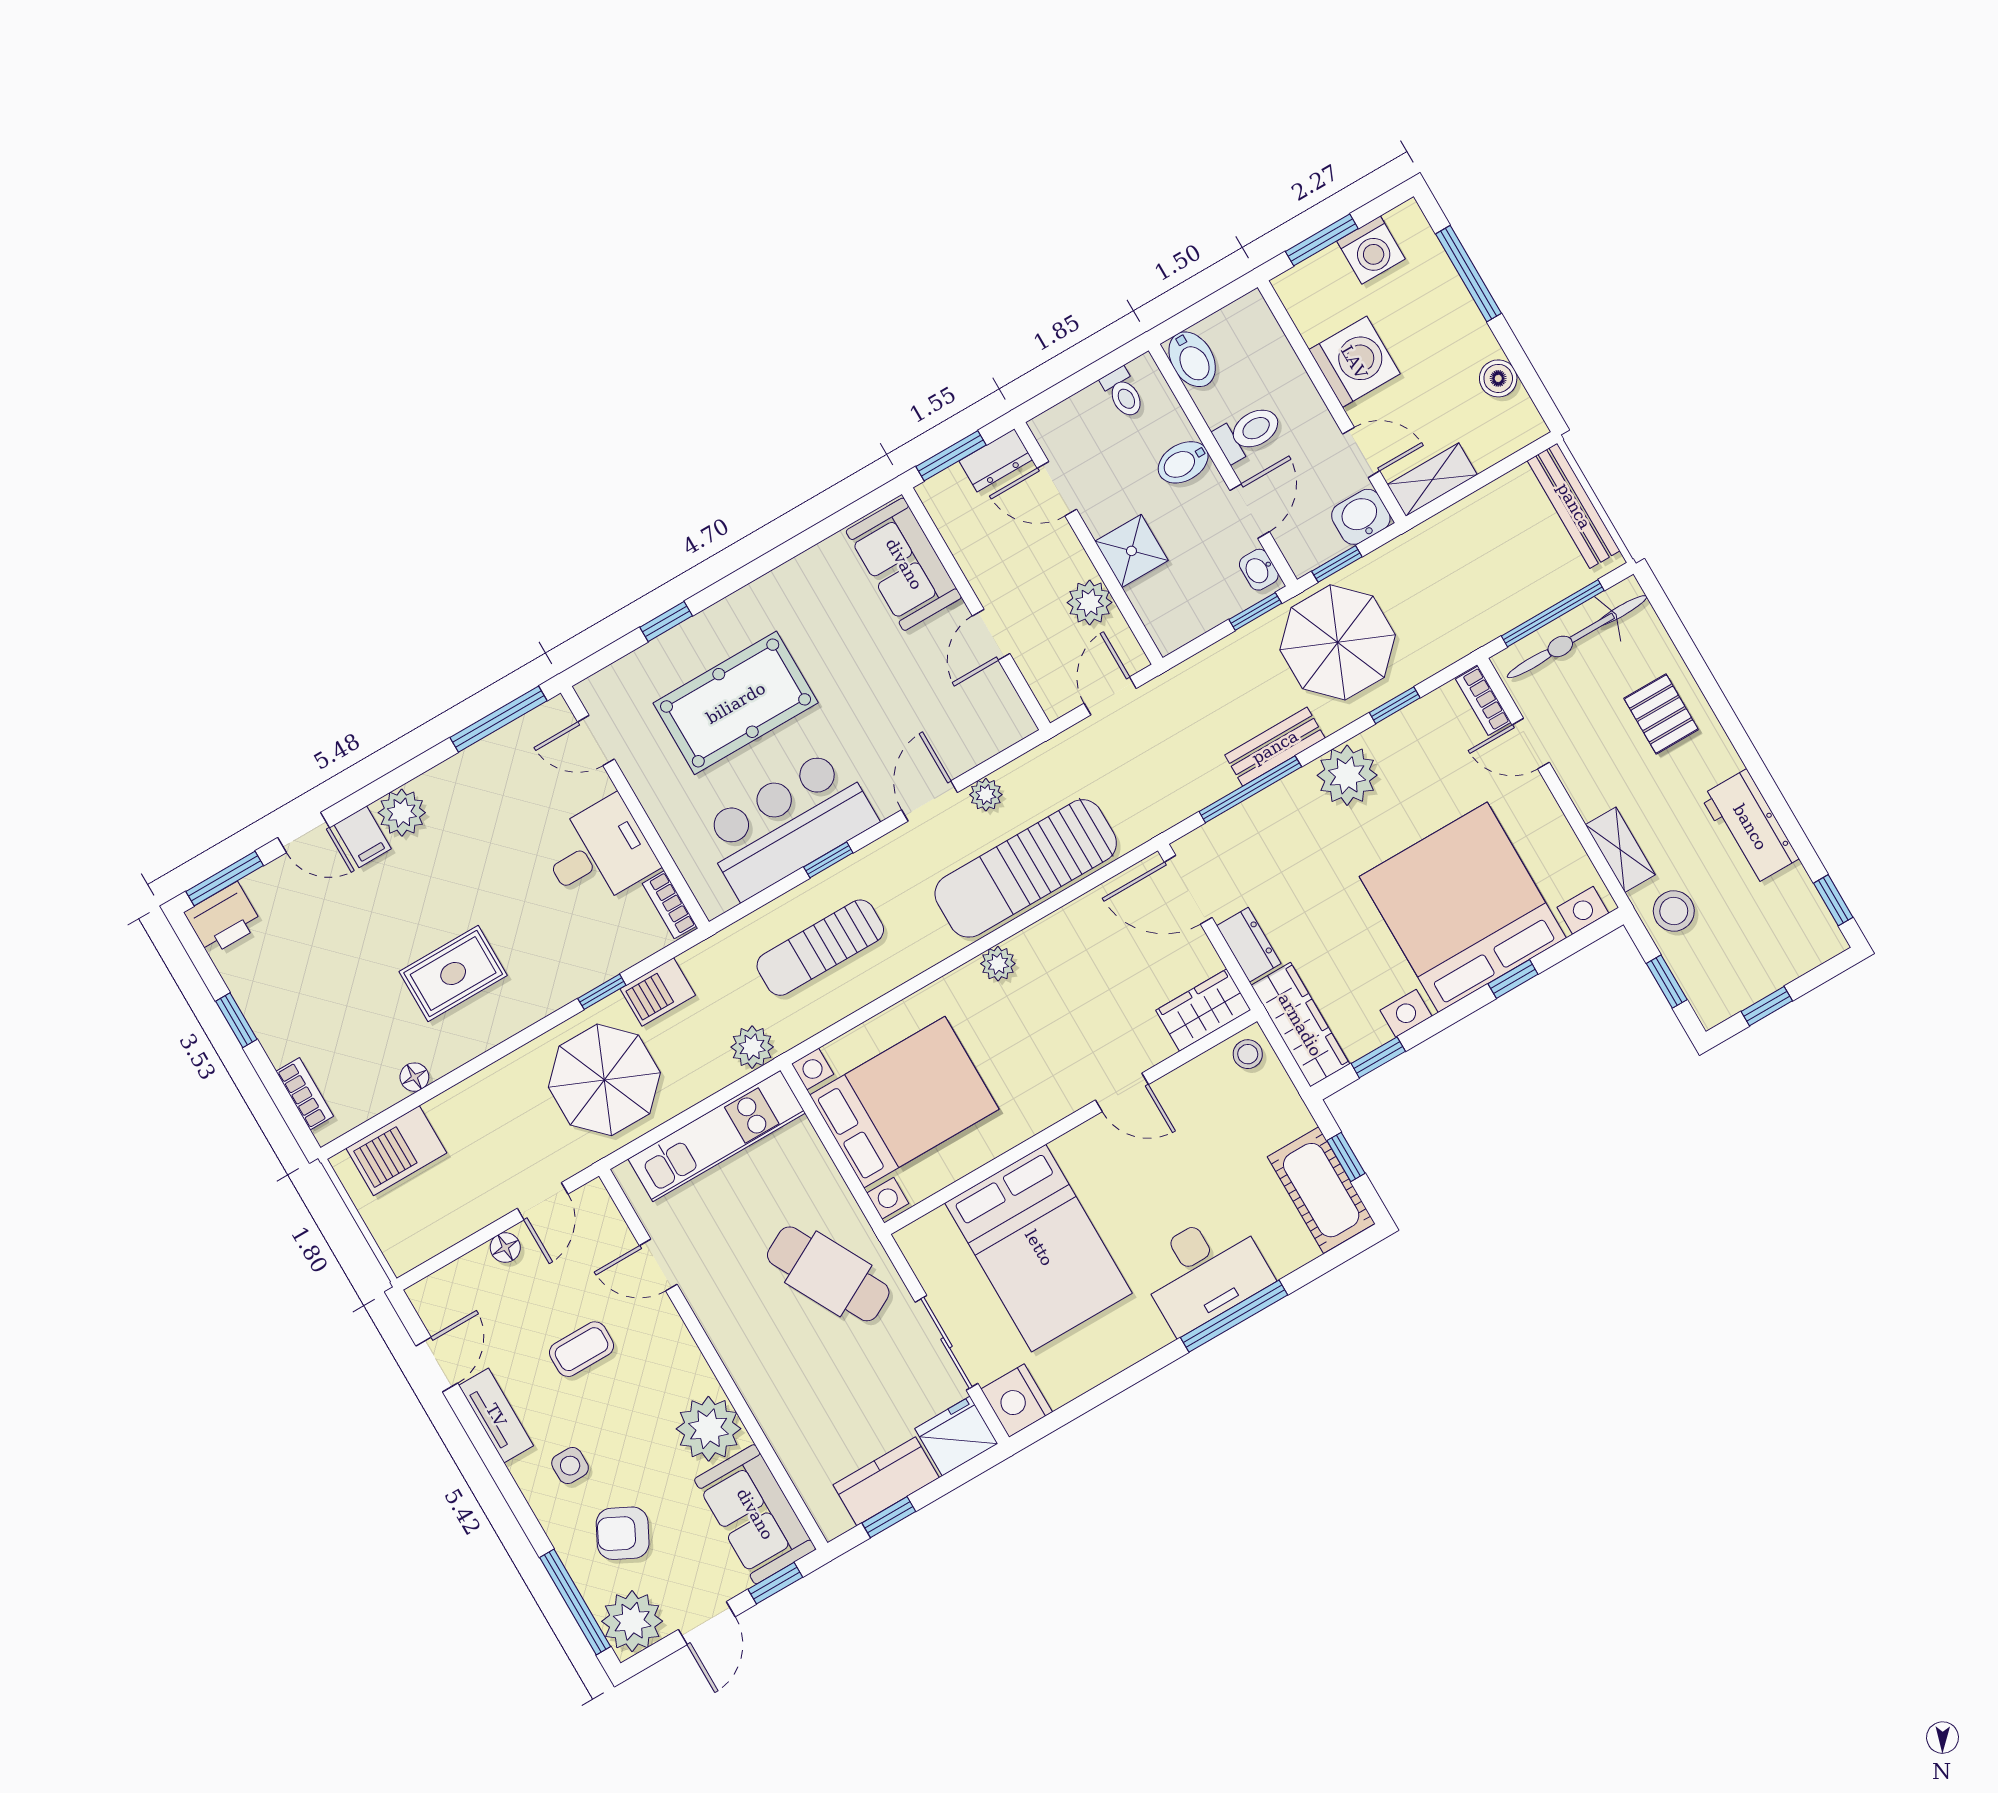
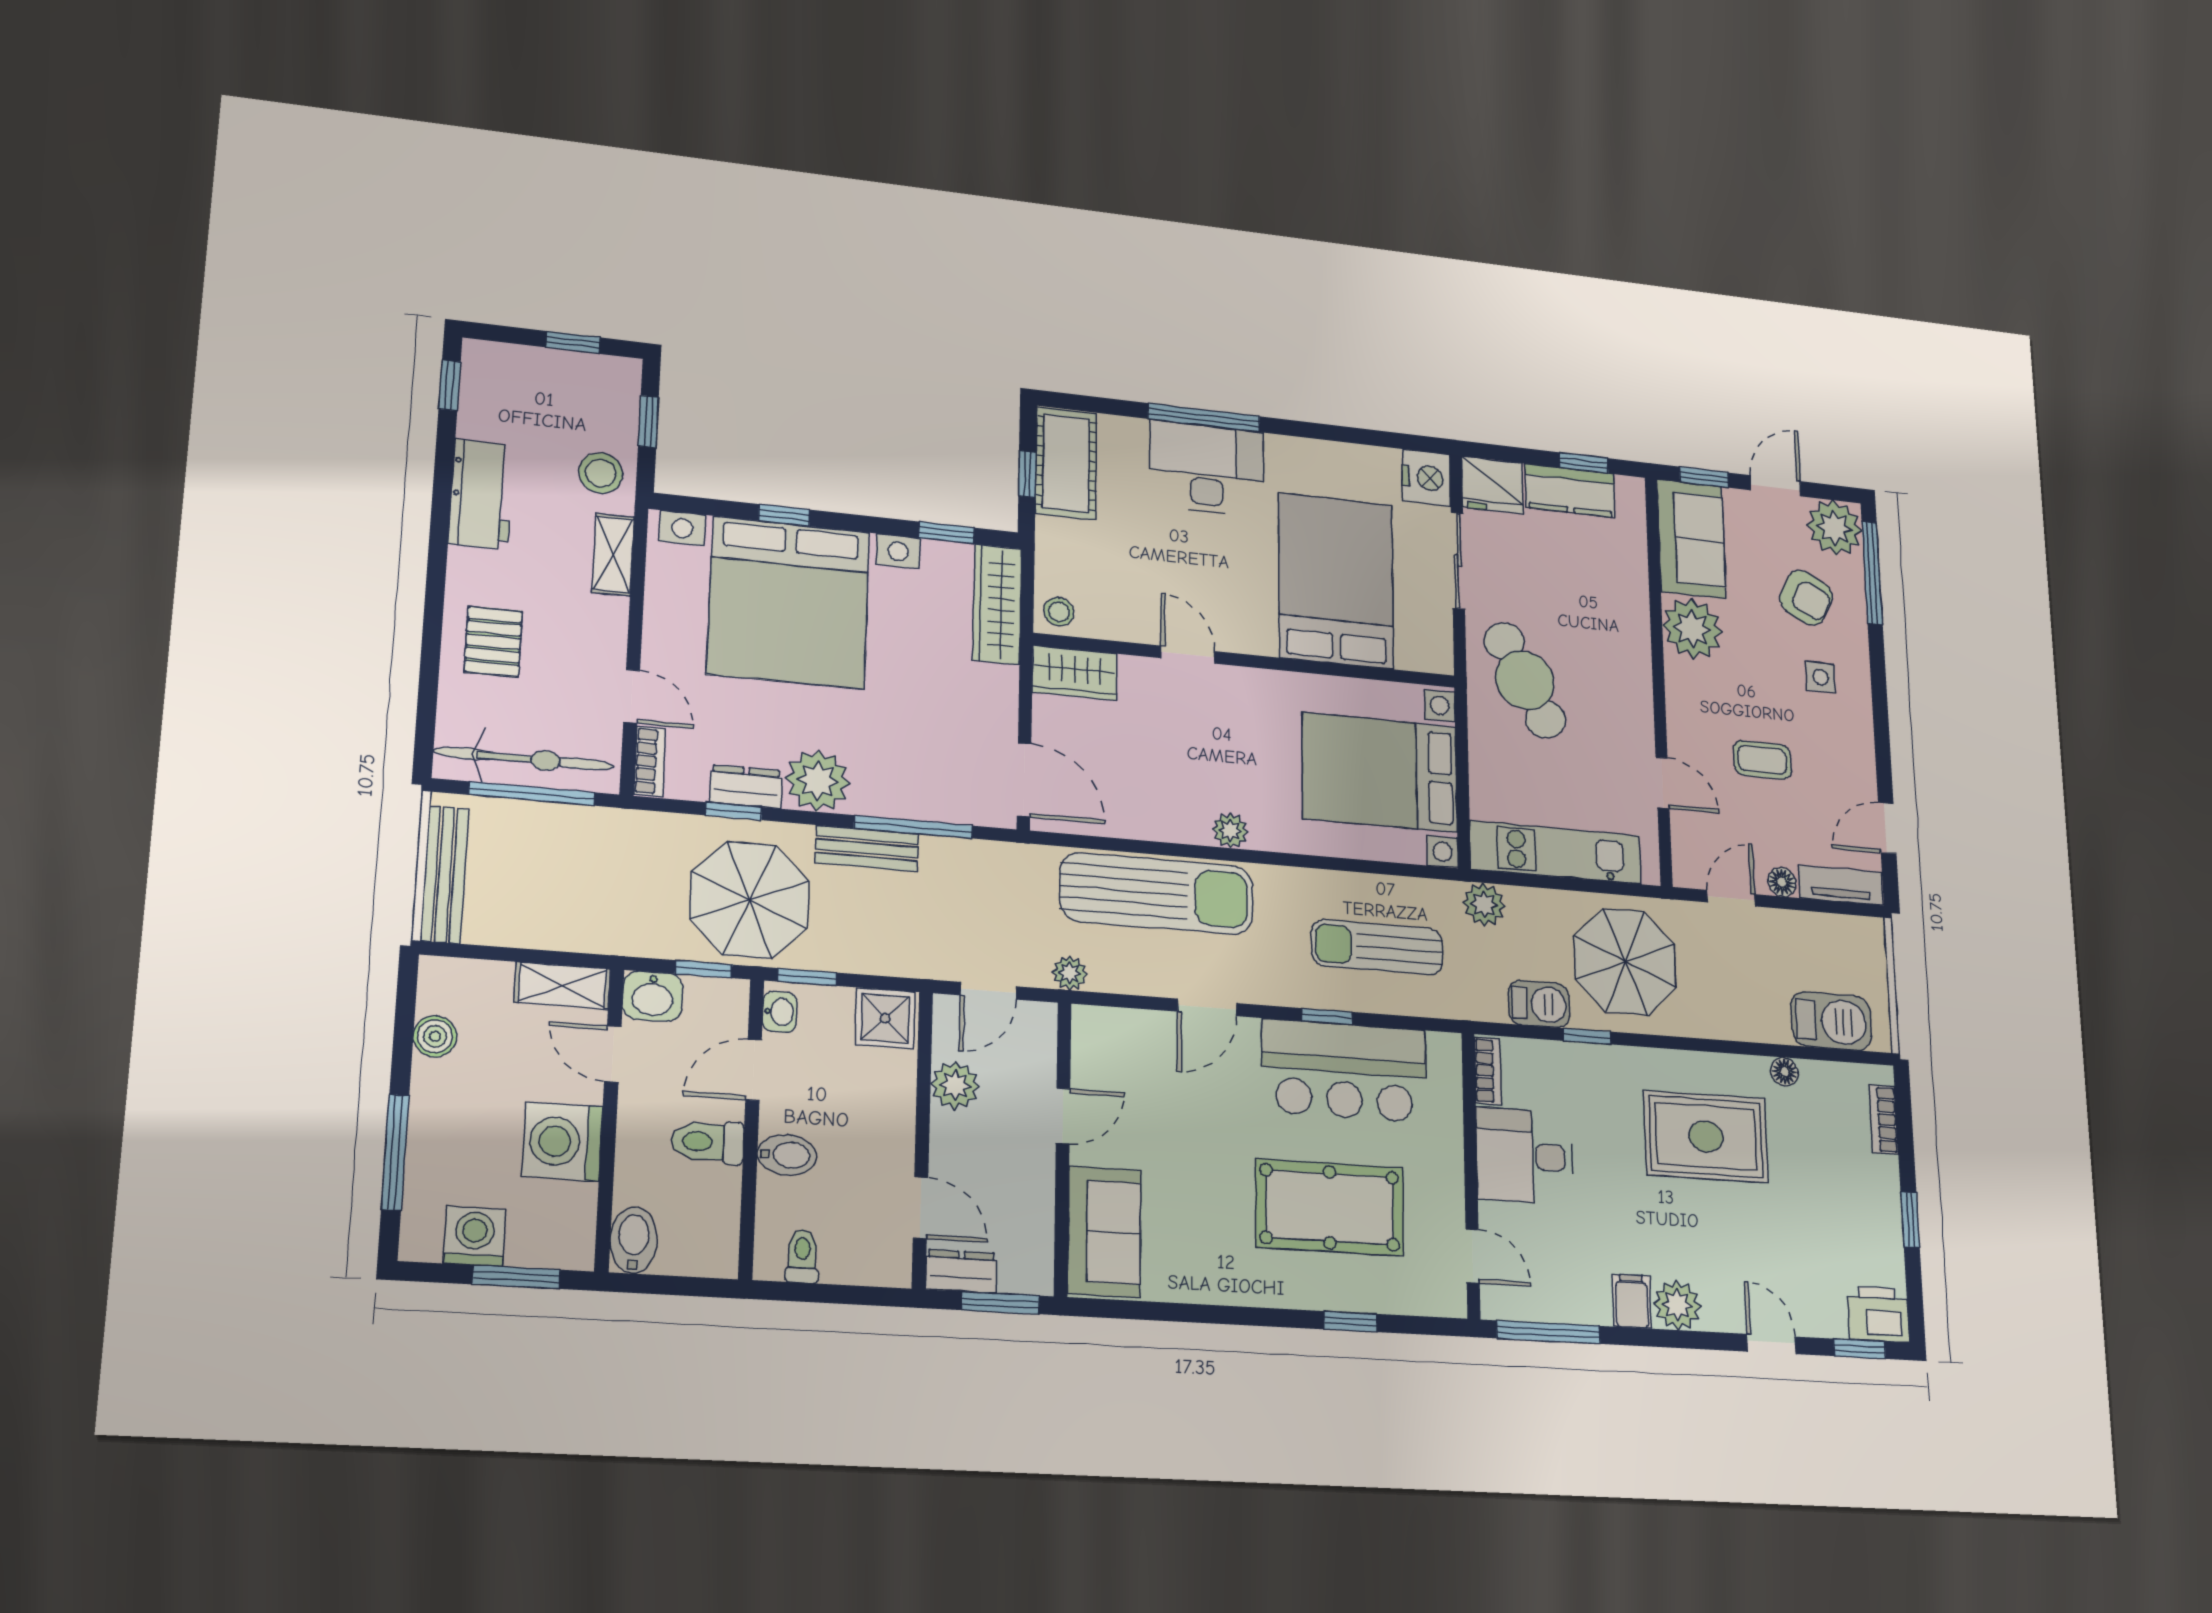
bidet: (1192, 359) -> (634, 1240), moved
shower: (1131, 551) -> (885, 1018), moved
plant: (986, 795) -> (1070, 973), moved
filing cabinet: (363, 837) -> (1632, 1301), moved
window: (225, 878) -> (1860, 1349), width x0.67
dresser: (1249, 945) -> (746, 787), moved, turned 90
sun lounger: (820, 948) -> (1377, 947), turned 180
rug: (453, 974) -> (1706, 1137), width x1.36, depth x1.43
tv unit: (496, 1415) -> (1841, 885), moved, turned 90

